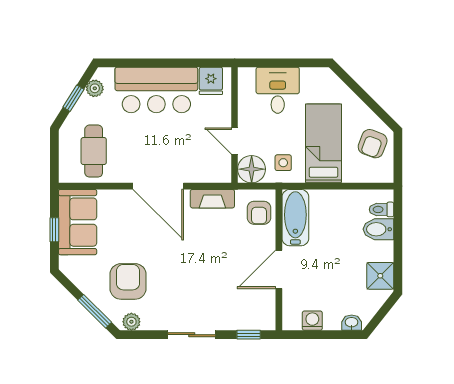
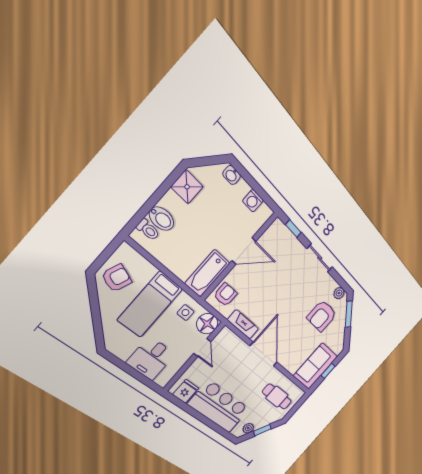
cafe table: (94, 151) -> (277, 397), turned 90

